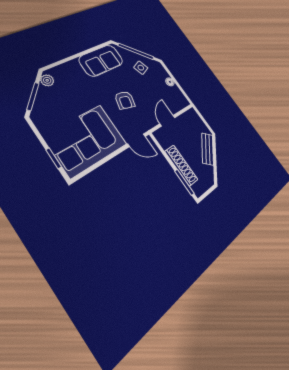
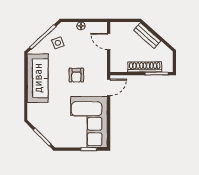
sofa: (101, 60) -> (38, 78), width x1.36
plant: (47, 80) -> (35, 121), removed
armchair: (125, 100) -> (76, 75), turned 75
door: (167, 121) -> (109, 41), moved

